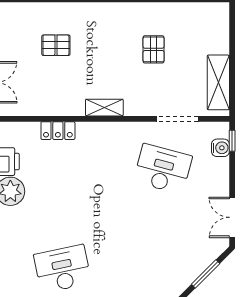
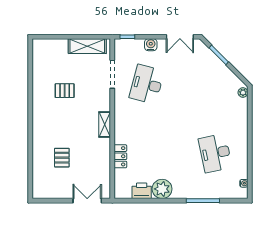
water cooler: (220, 148) -> (151, 45), moved

